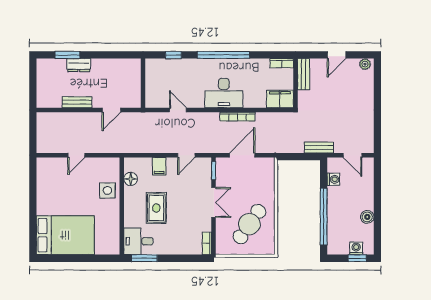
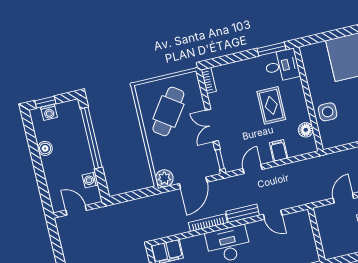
bench: (319, 148) -> (243, 213), moved
plant: (267, 165) -> (164, 178), added

